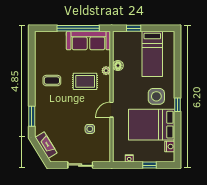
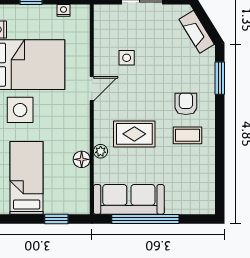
armchair: (53, 100) -> (186, 104), added

